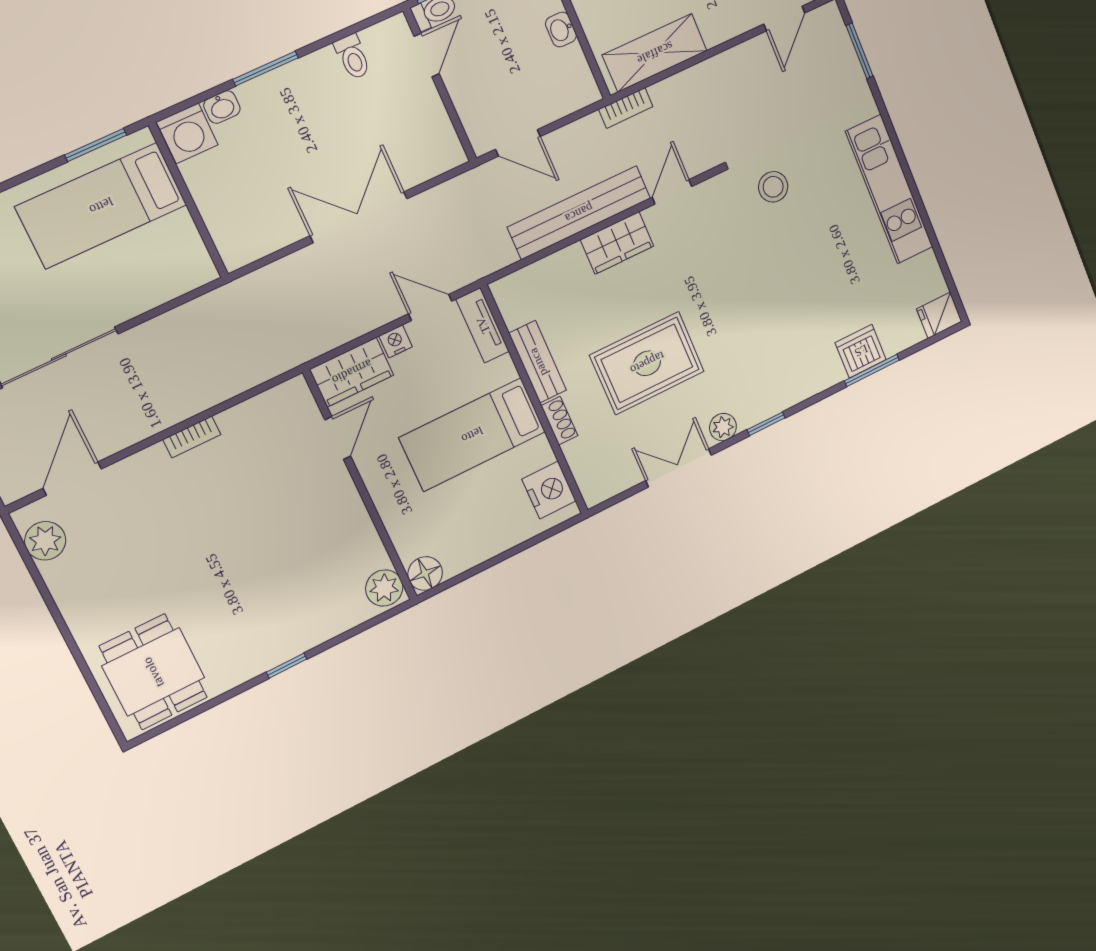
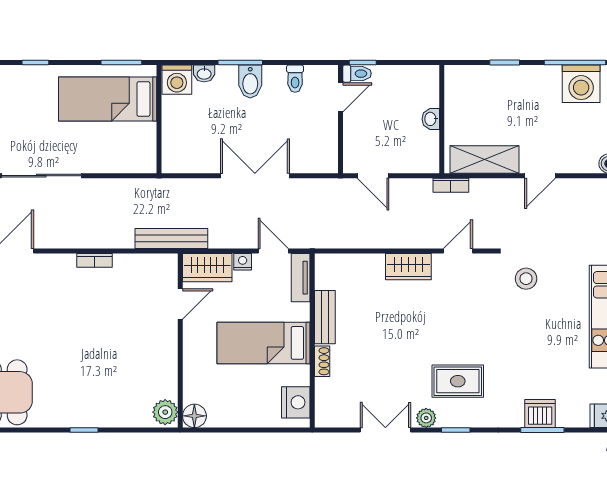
door: (784, 18) -> (540, 176), moved
bidet: (292, 89) -> (250, 81), added
bench: (579, 213) -> (171, 239), moved, width x0.73, depth x0.82
rug: (647, 363) -> (458, 381), moved, width x0.73, depth x0.70

